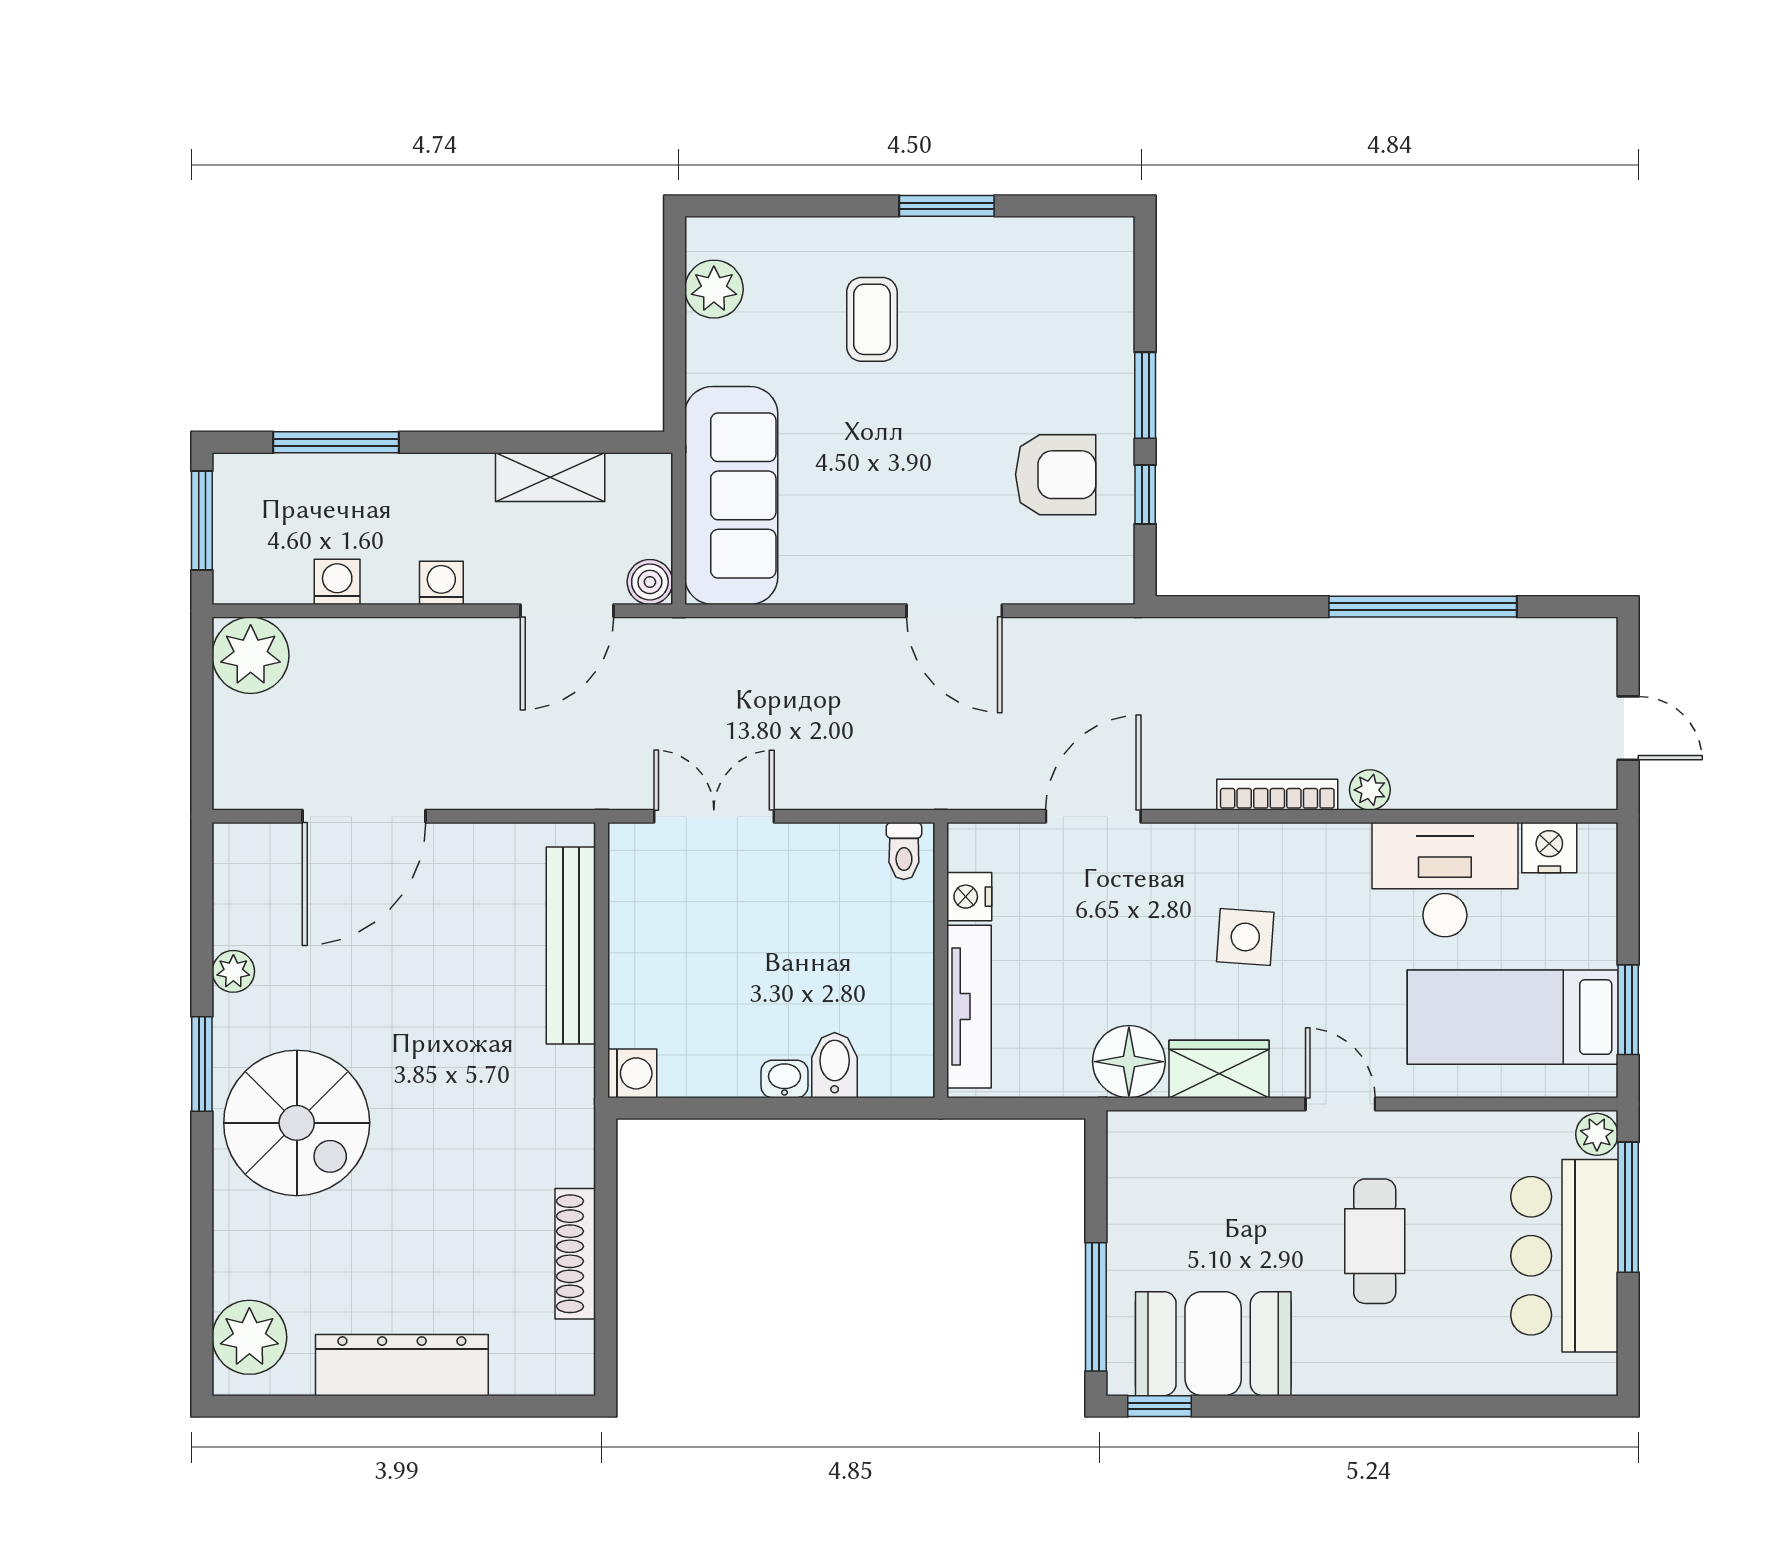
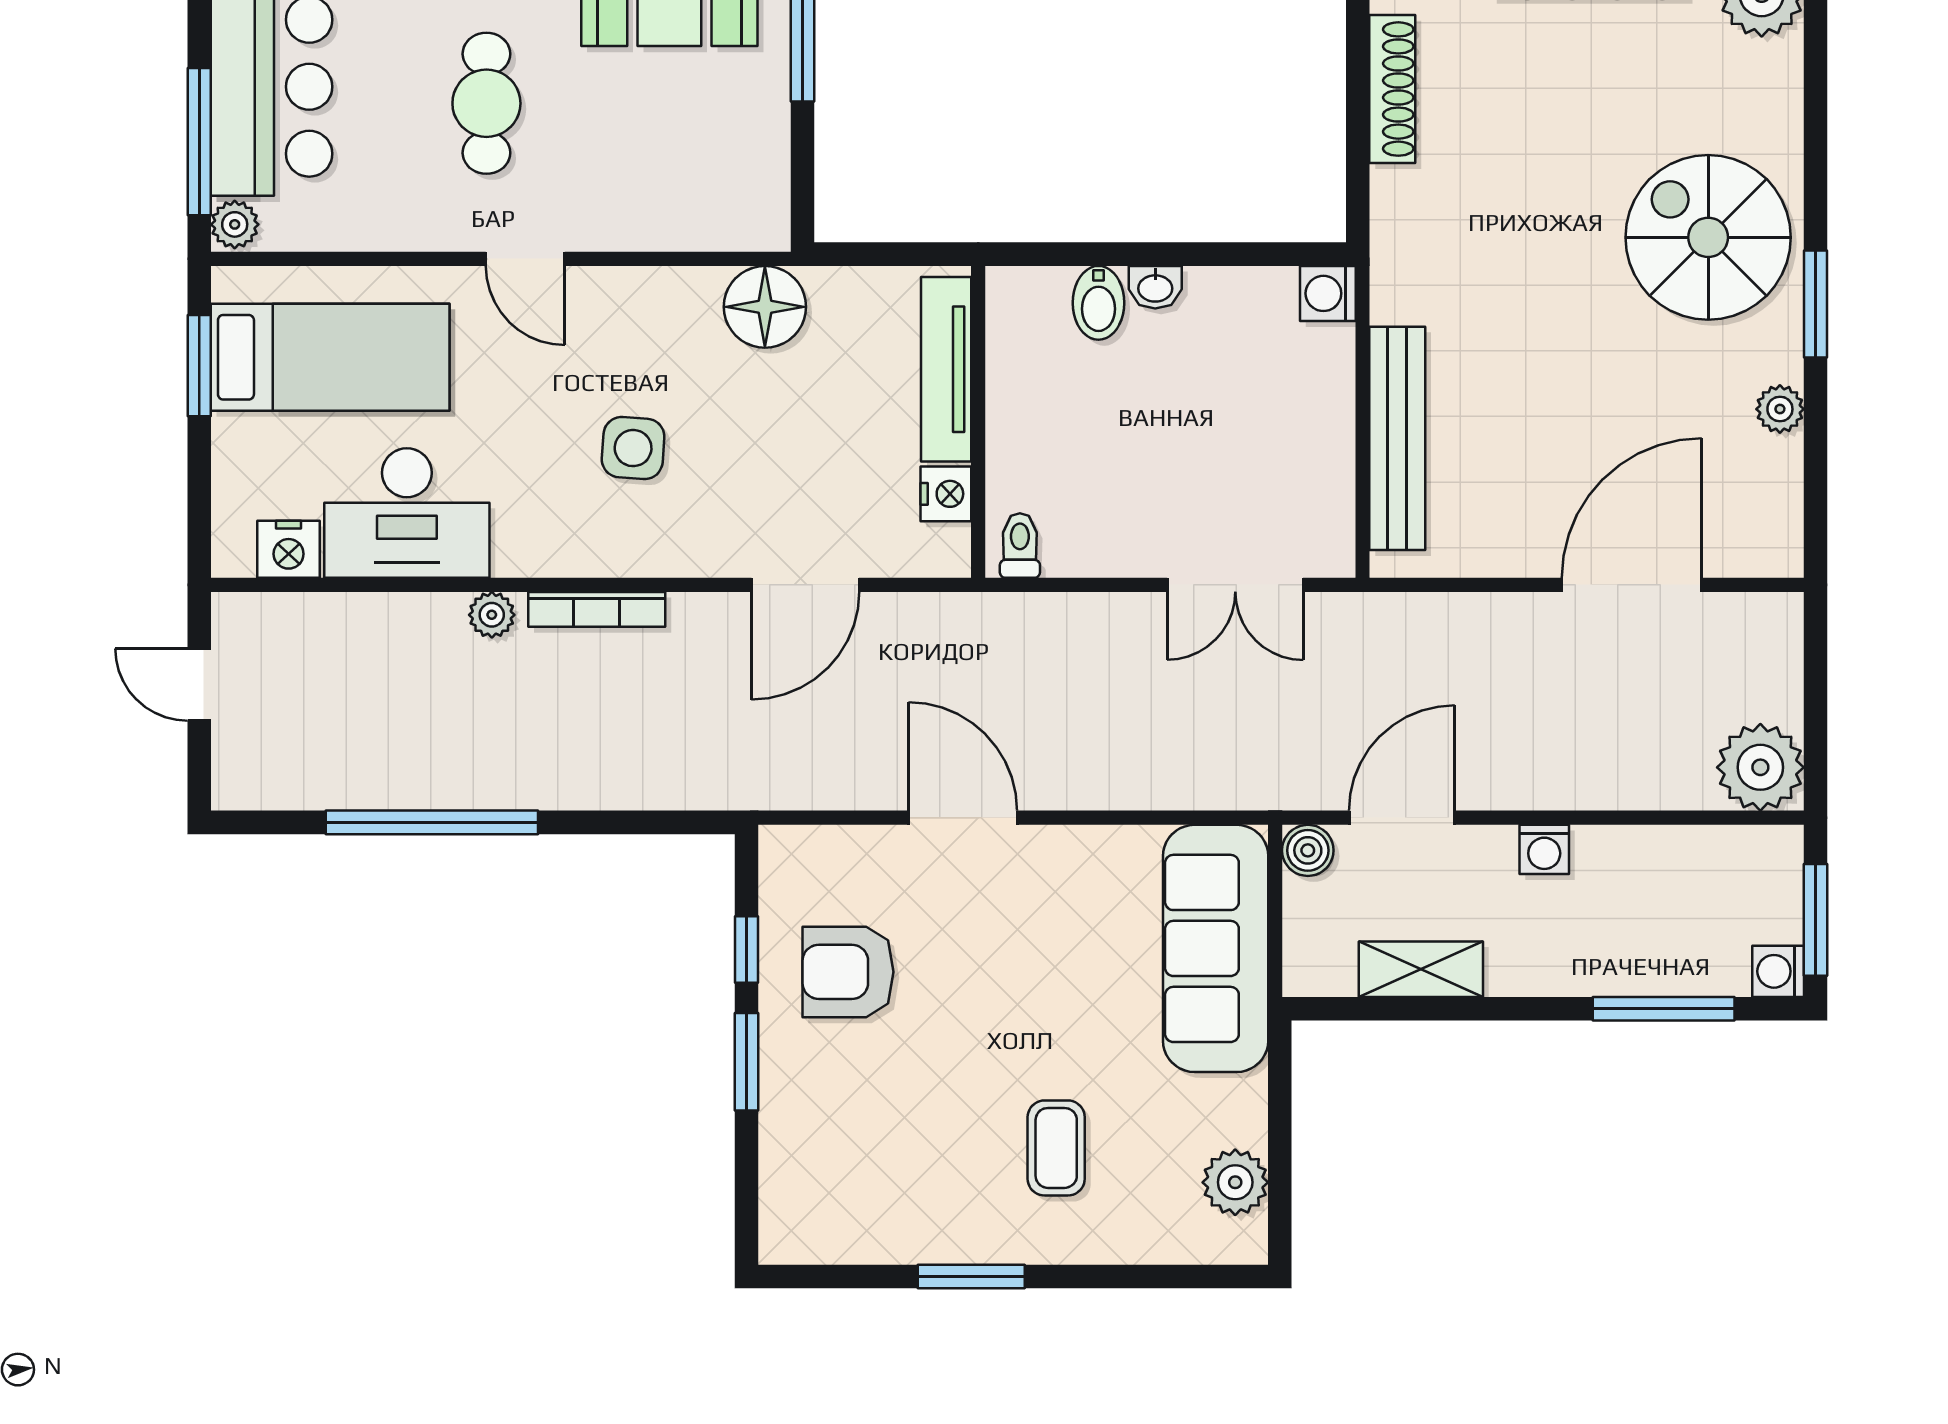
washing machine: (337, 582) -> (1778, 971), moved, turned 90
wardrobe: (1219, 1069) -> (663, 299), removed

